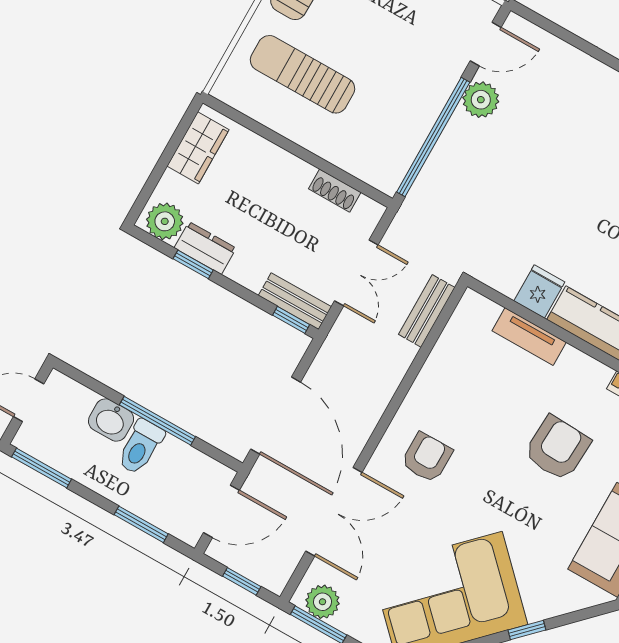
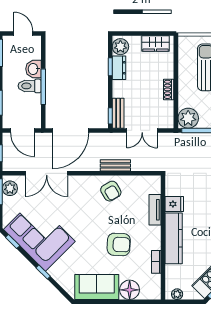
plant: (384, 167) -> (188, 118), added
shoe rack: (335, 191) -> (169, 89), moved
bench: (427, 311) -> (115, 165), moved
armchair: (427, 458) -> (111, 191), moved, turned 59

